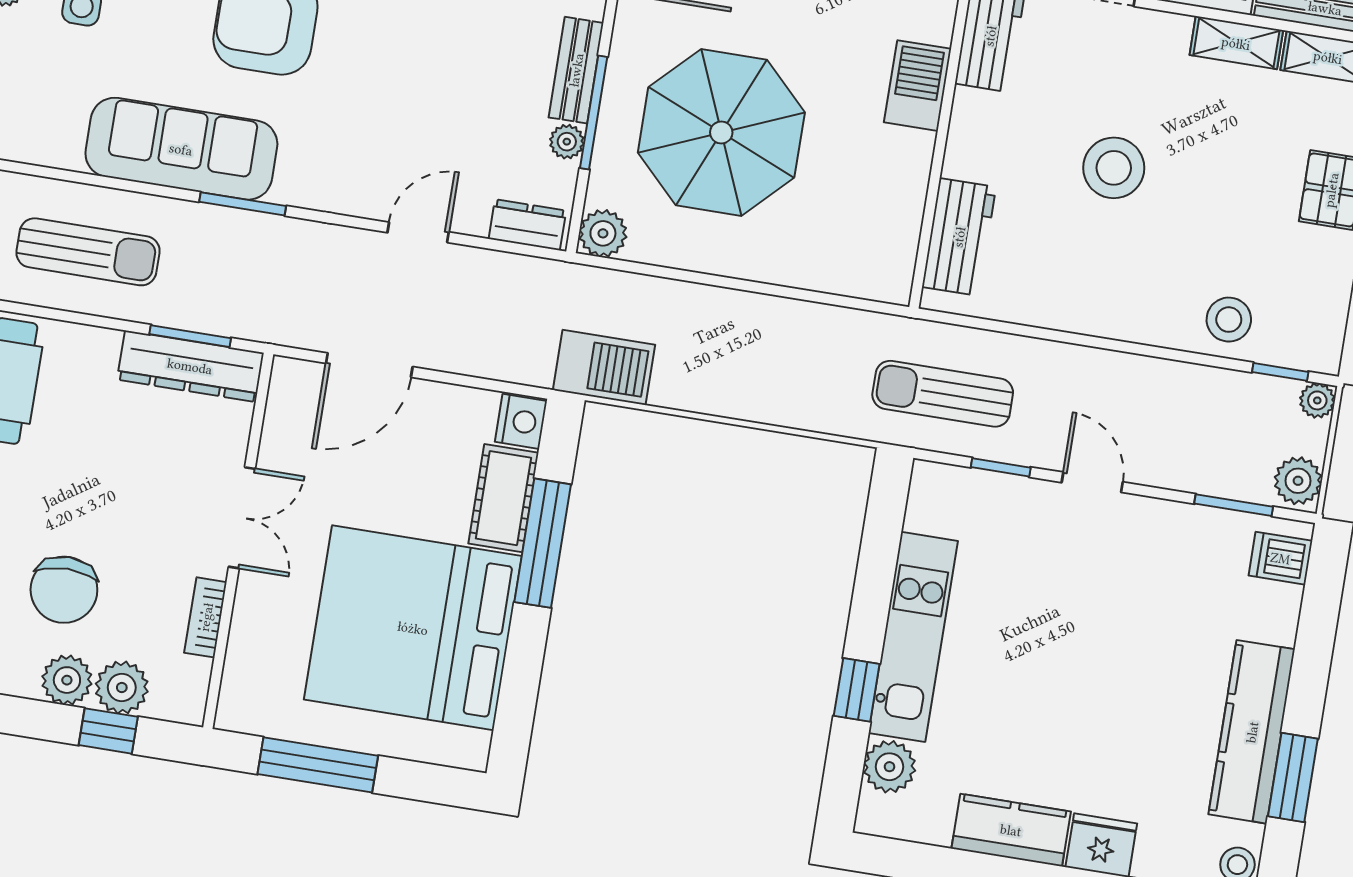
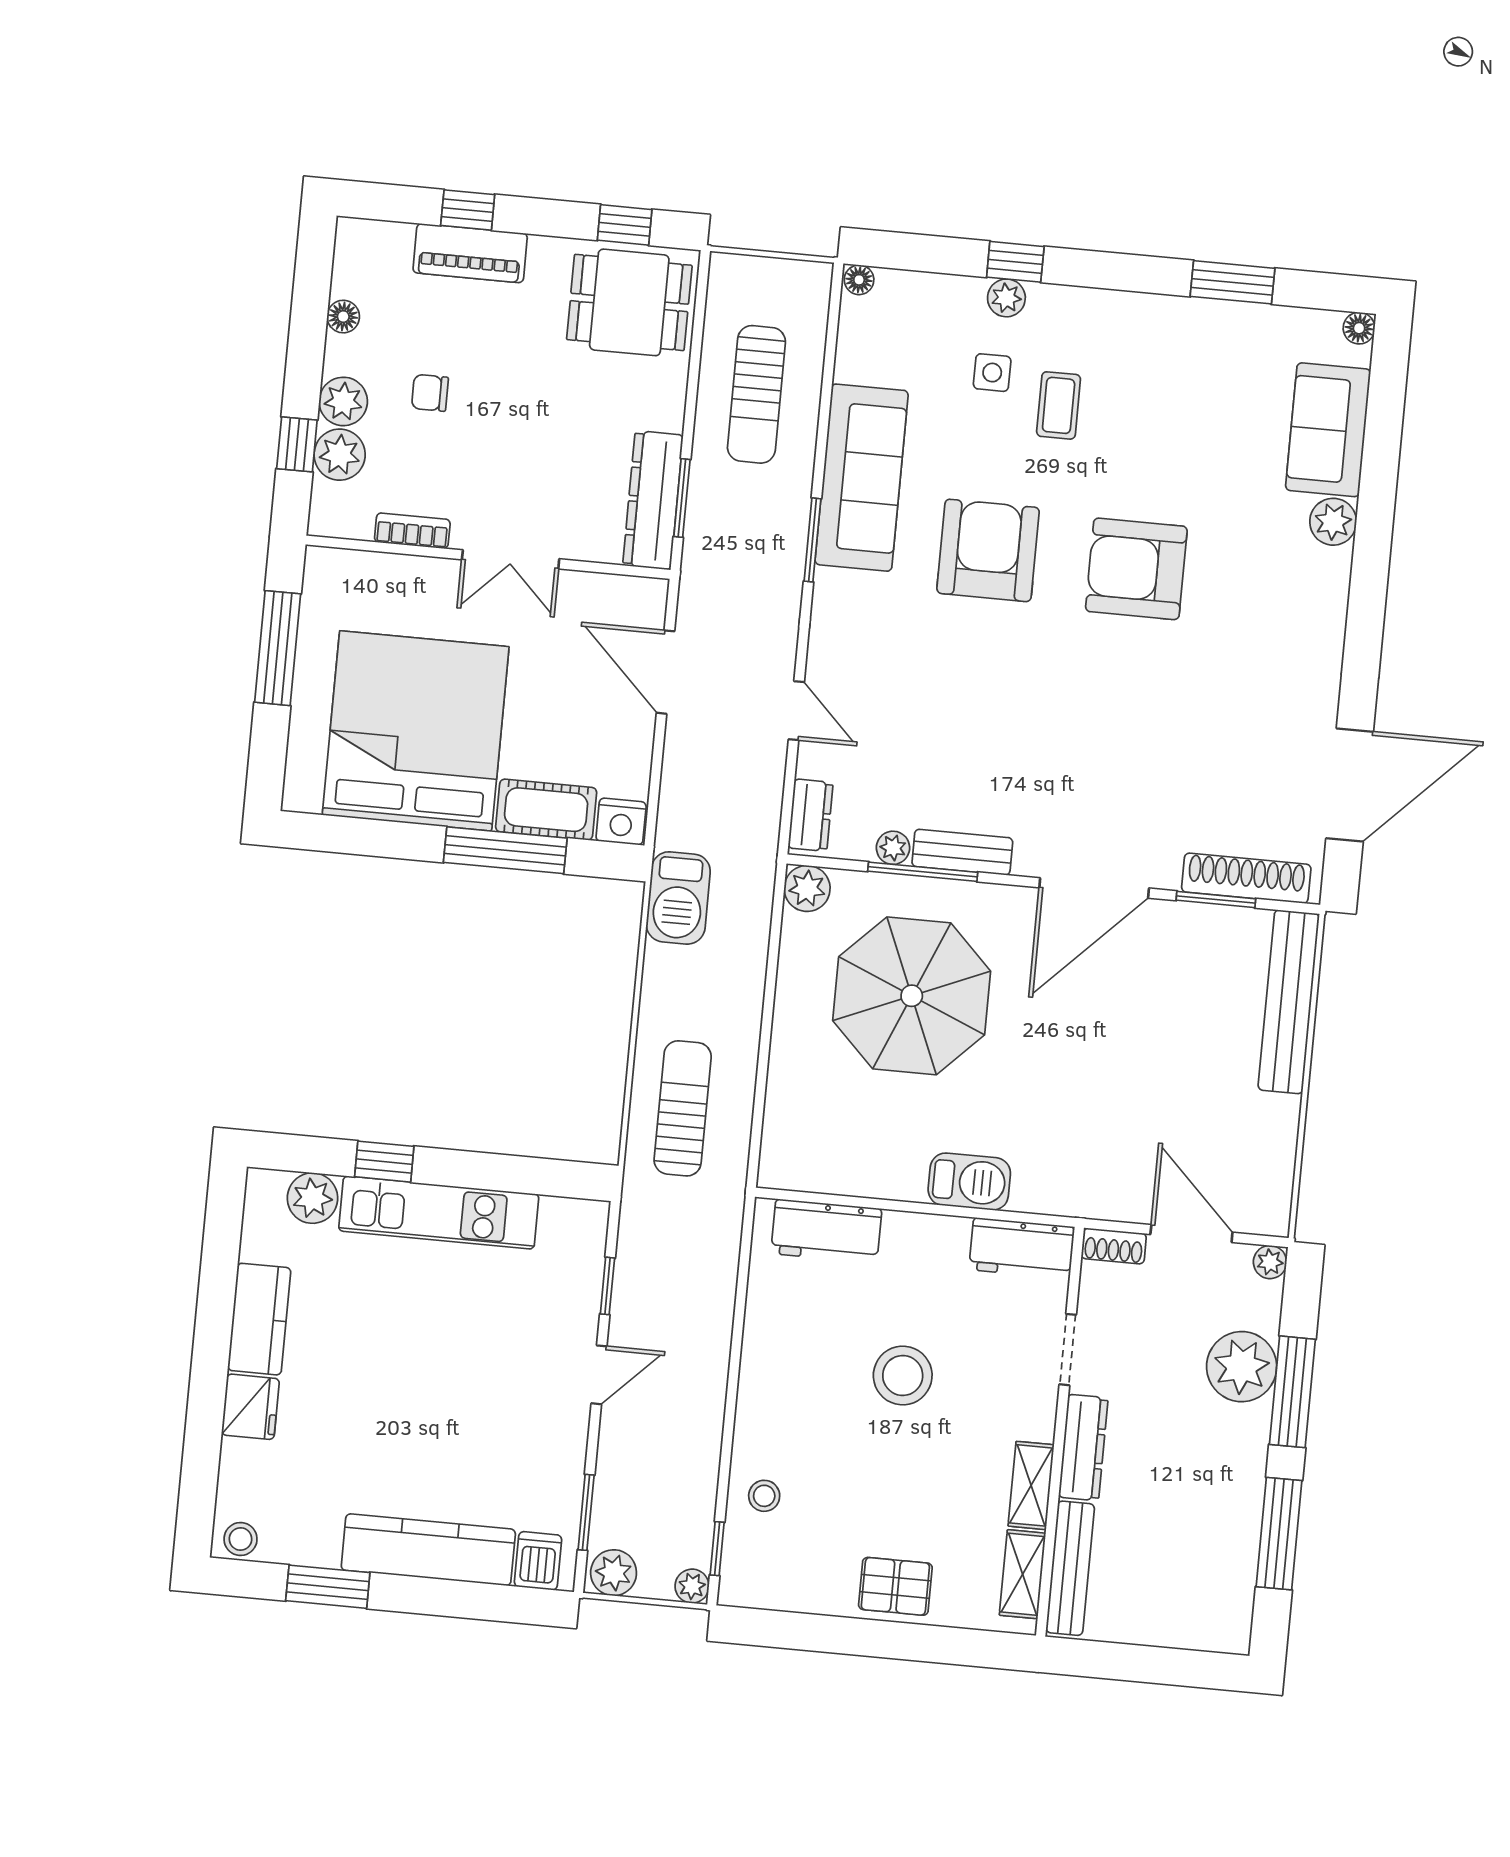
stool: (1229, 320) -> (764, 1496), width x0.73, depth x0.73
sun lounger: (943, 394) -> (683, 1108), moved
chair: (64, 590) -> (430, 393), width x0.54, depth x0.54
kitchen counter: (1252, 732) -> (428, 1550), moved

